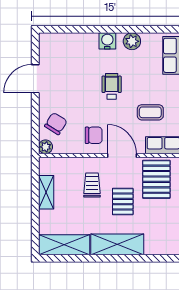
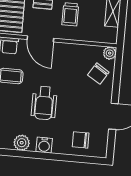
wheelchair: (112, 86) -> (44, 103), width x1.36, depth x1.37
chair: (94, 135) -> (81, 140), moved

